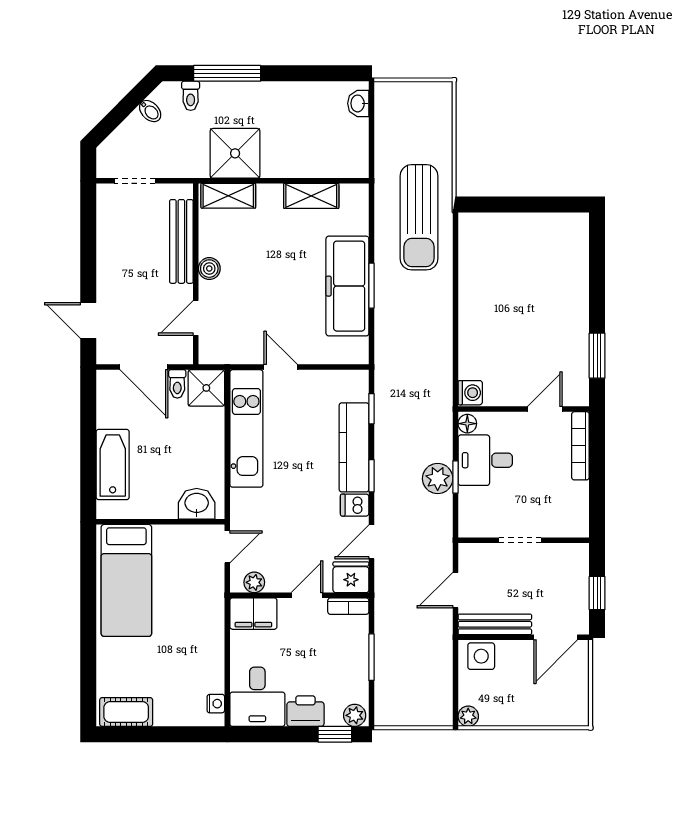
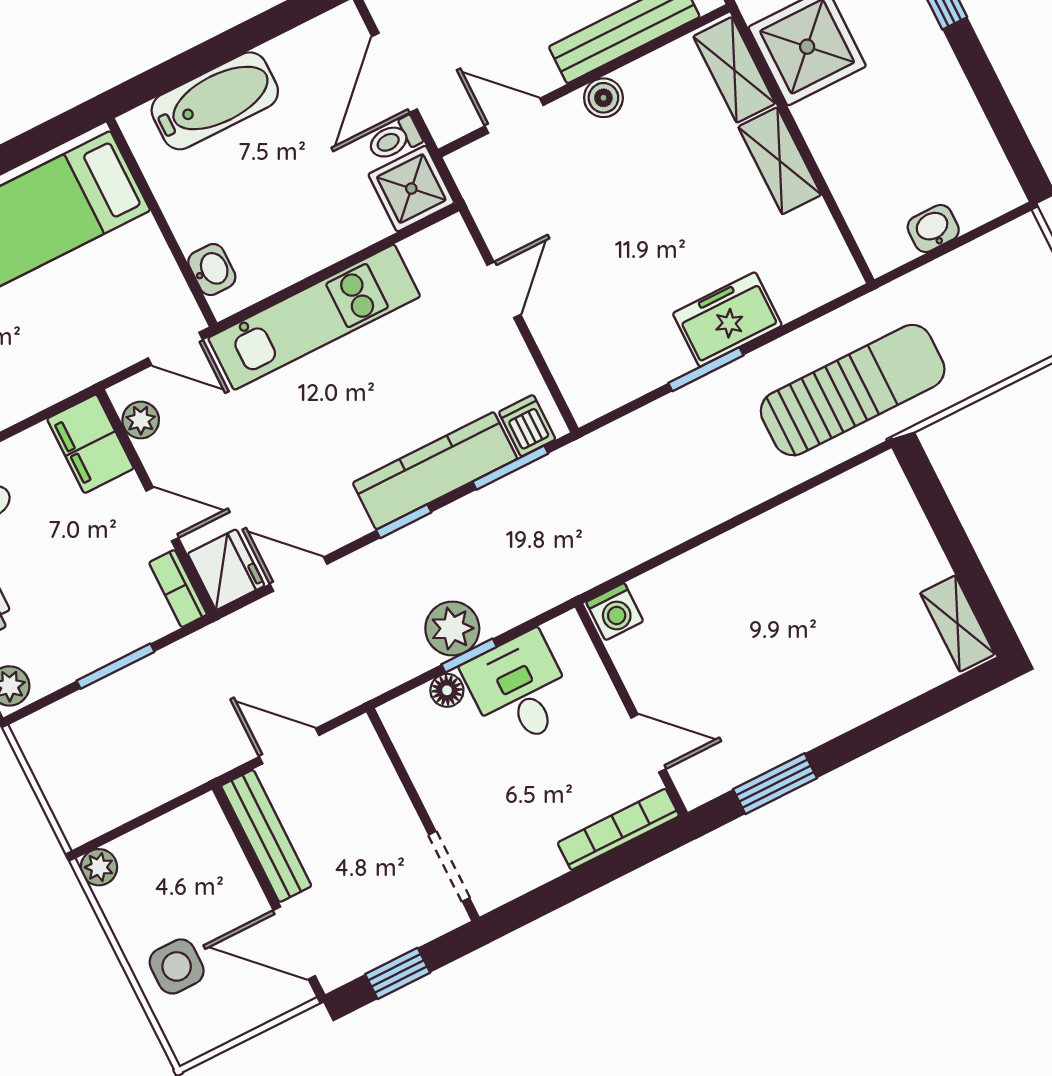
washbasin: (358, 103) -> (933, 229), moved
shelving: (311, 196) -> (780, 161), moved
sun lounger: (419, 217) -> (853, 390), turned 180
shelving: (563, 224) -> (957, 624), added
freezer: (347, 286) -> (727, 319), width x0.52, depth x0.79
window: (371, 409) -> (510, 468), width x1.50
floor lamp: (467, 424) -> (447, 690), moved
kitchen unit: (246, 428) -> (314, 317), moved
washbasin: (197, 504) -> (212, 270), width x0.72, depth x0.69
dishwasher: (355, 505) -> (527, 426), moved
doorway: (520, 540) -> (449, 866), moved
side table: (481, 656) -> (177, 966), moved

